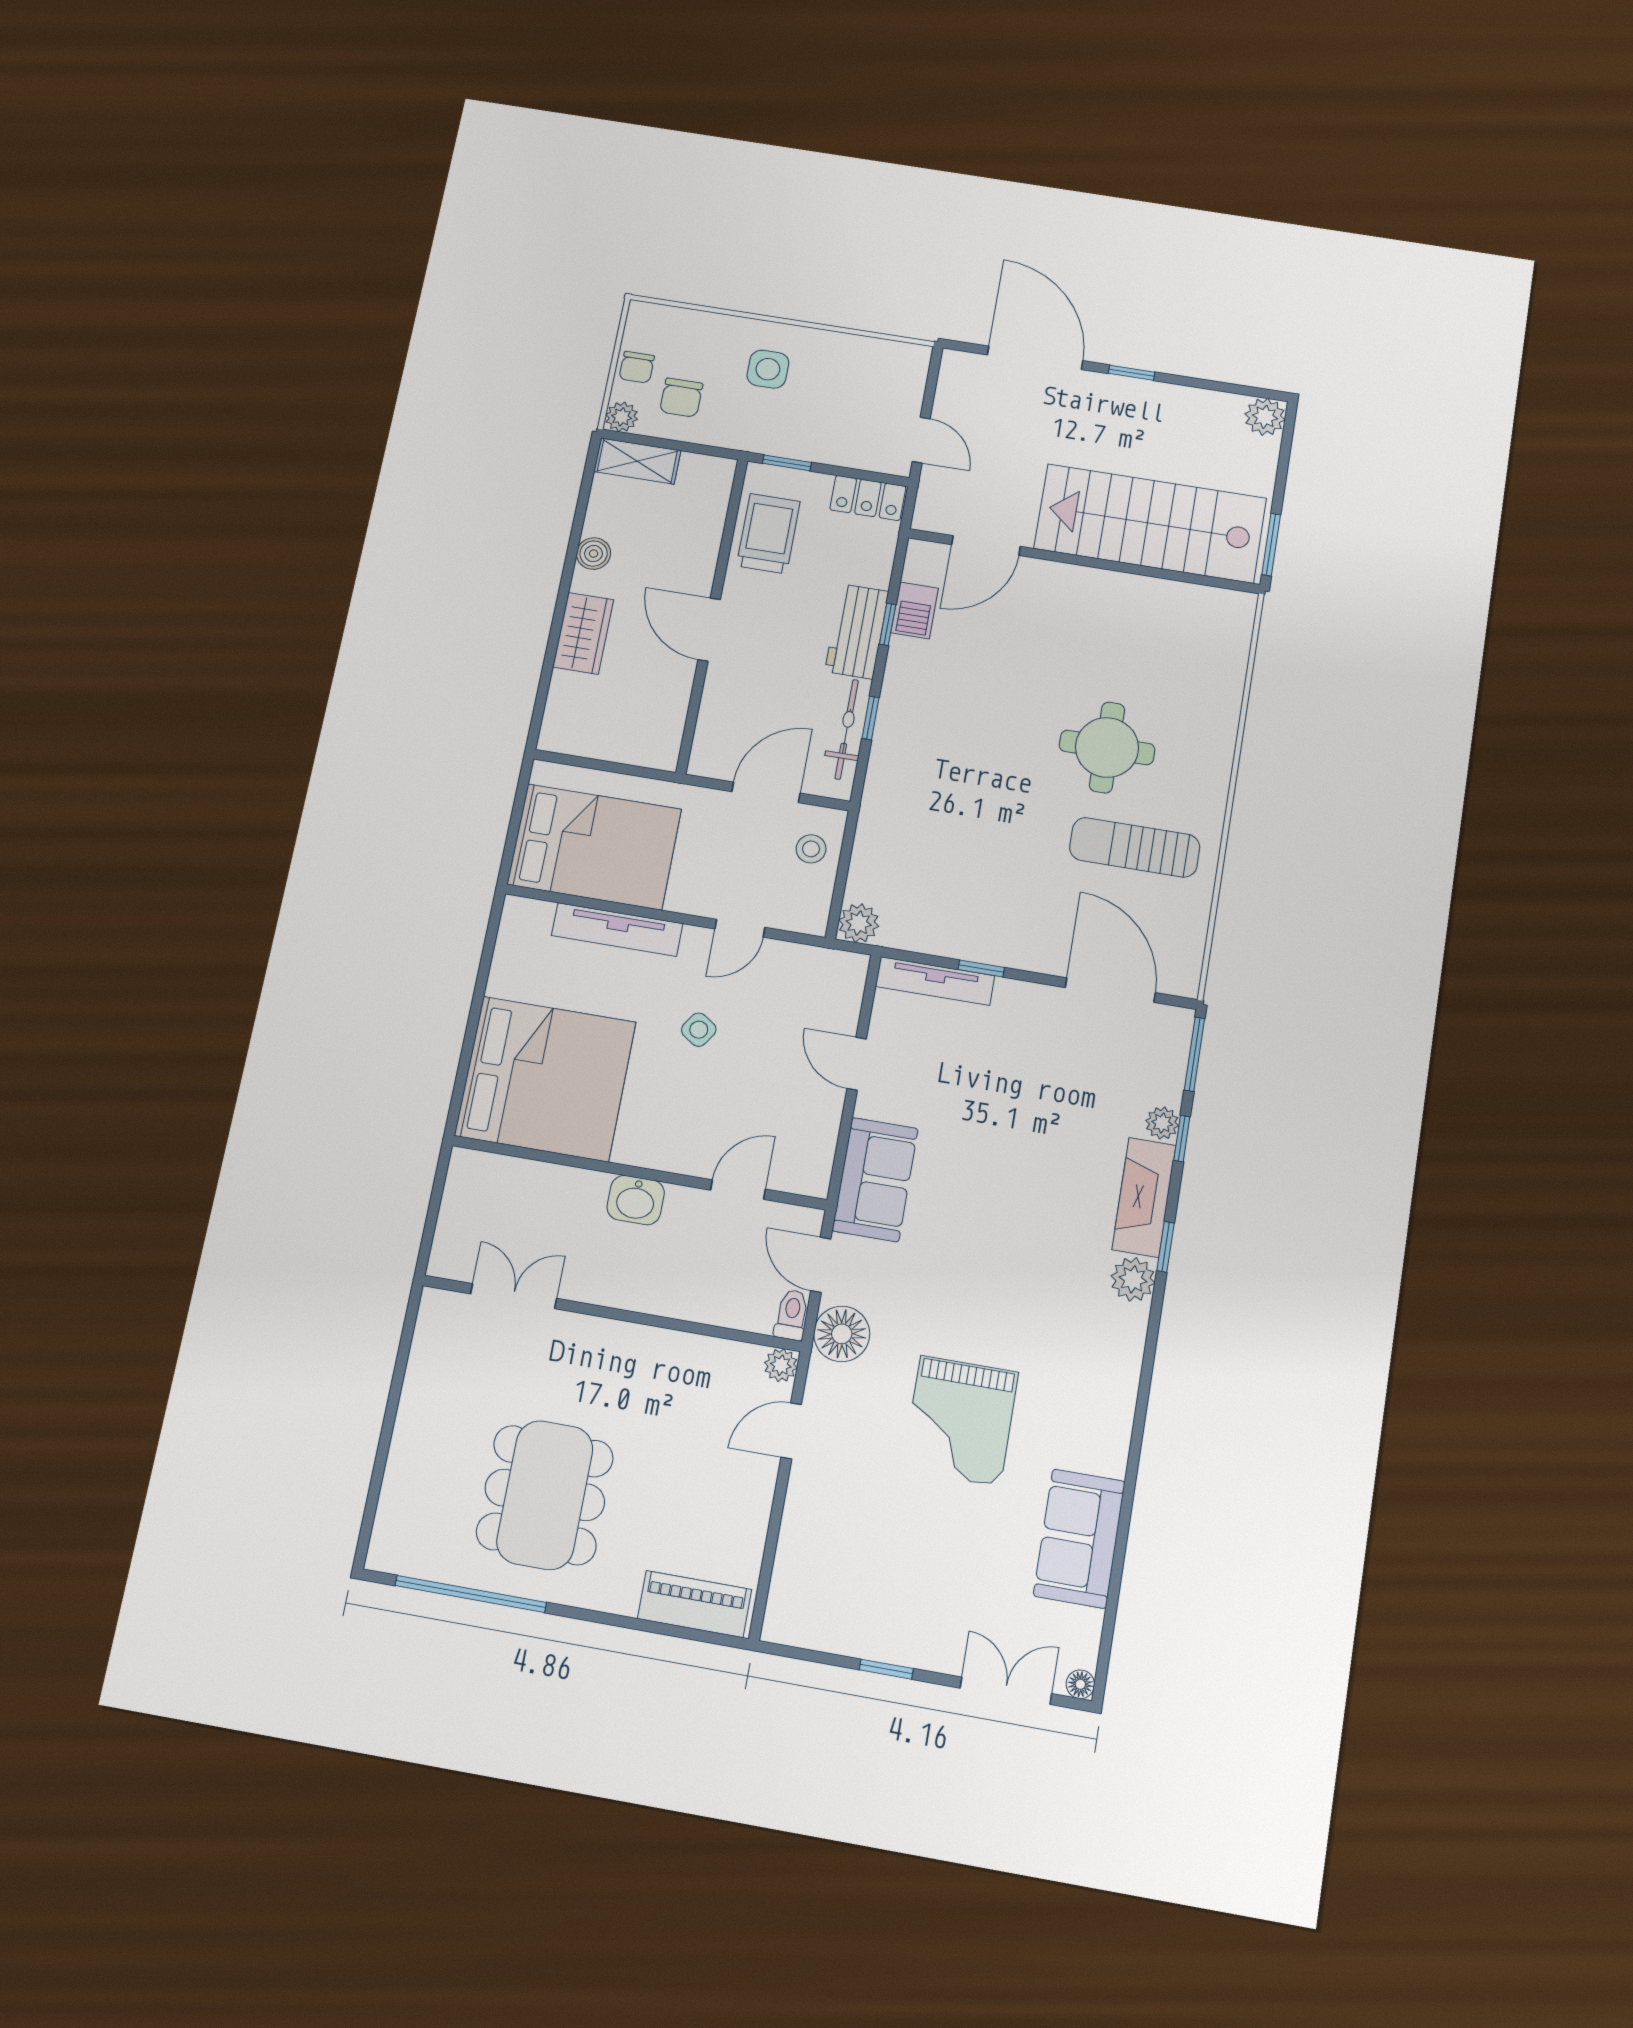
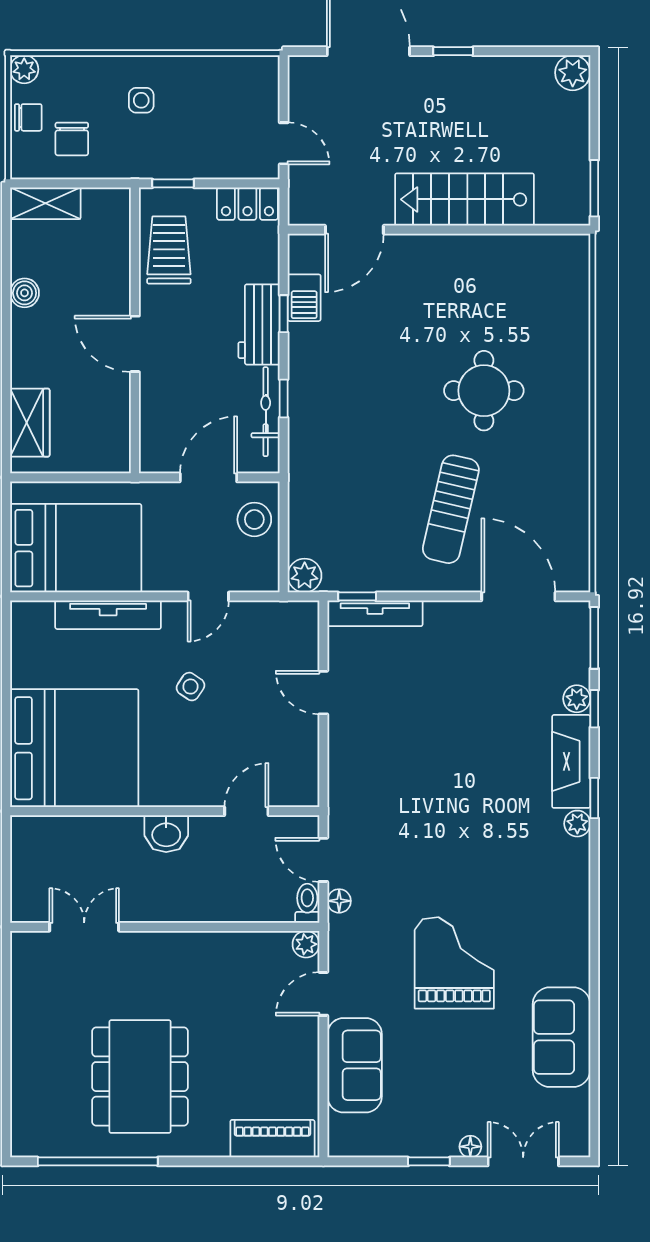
chair: (637, 367) -> (28, 117), turned -90
side table: (768, 369) -> (141, 100), width x0.73, depth x0.73
plant: (622, 417) -> (24, 69), moved
stairs: (1150, 523) -> (465, 199), width x0.73, depth x0.66
wardrobe: (583, 633) -> (30, 423), moved
sun lounger: (1135, 847) -> (451, 509), moved, turned -77
stool: (811, 849) -> (254, 519), width x1.37, depth x1.37
window: (981, 969) -> (357, 596), moved
sofa: (875, 1180) -> (355, 1065), moved
plant: (1133, 1279) -> (577, 824), width x0.73, depth x0.73
floor lamp: (842, 1334) -> (339, 901), width x0.53, depth x0.53
grand piano: (960, 1421) -> (454, 963), turned 180
floor lamp: (1080, 1684) -> (470, 1147), moved

